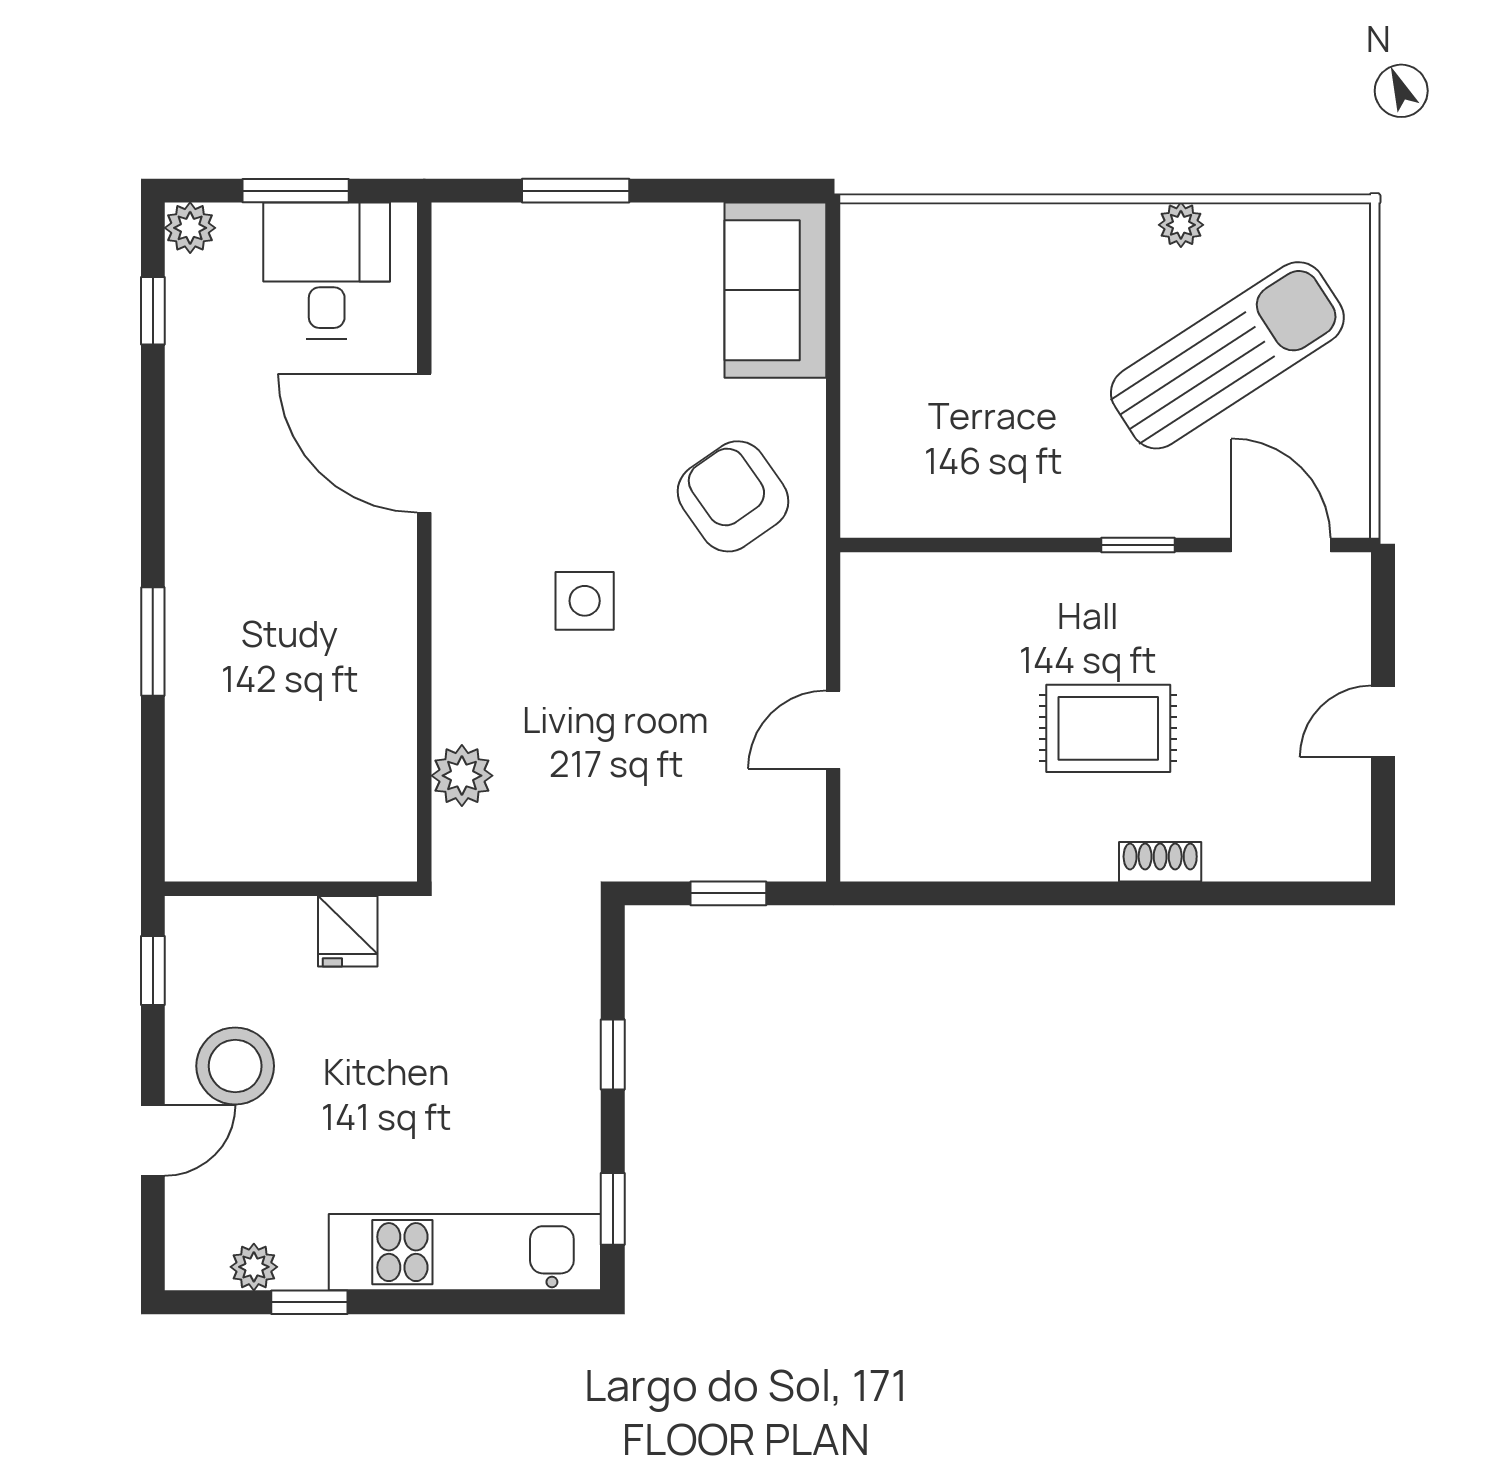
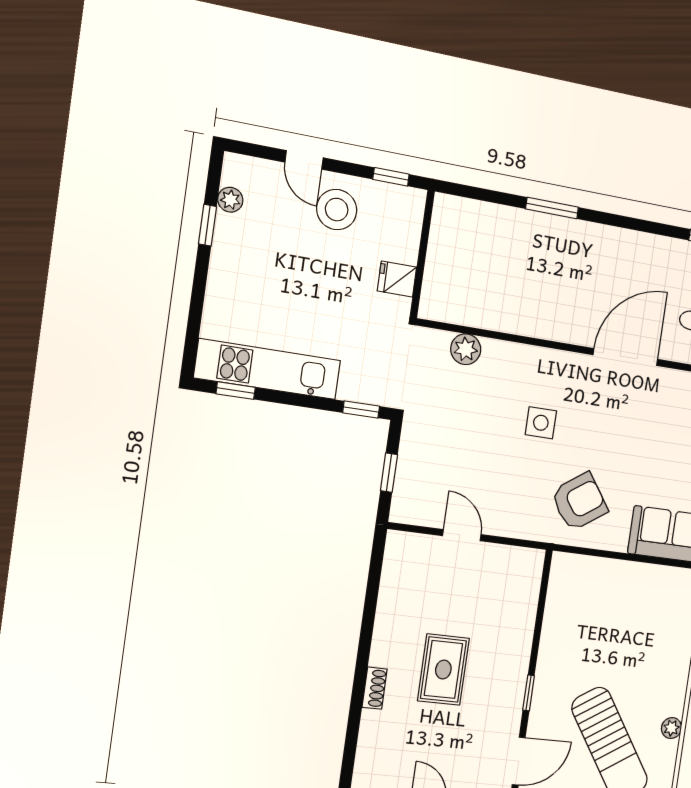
window: (613, 1055) -> (361, 410), moved
kitchen unit: (465, 1252) -> (268, 369), moved, turned -90

